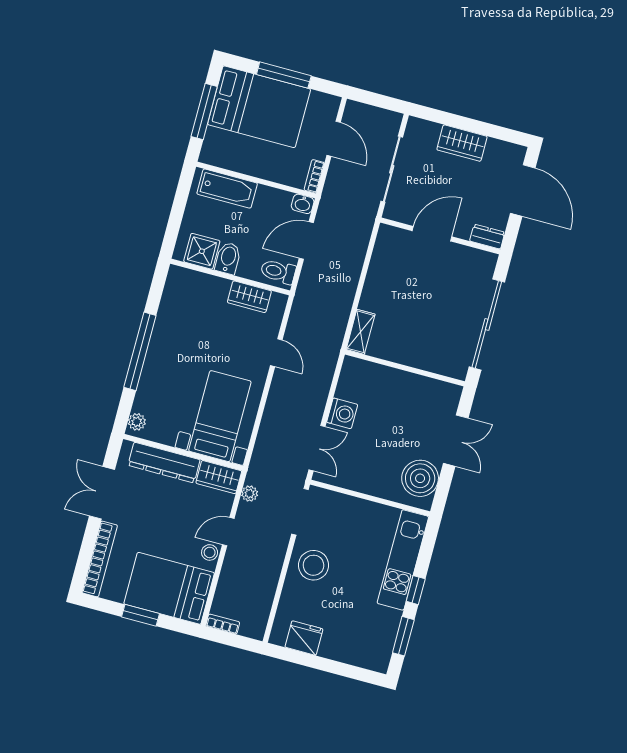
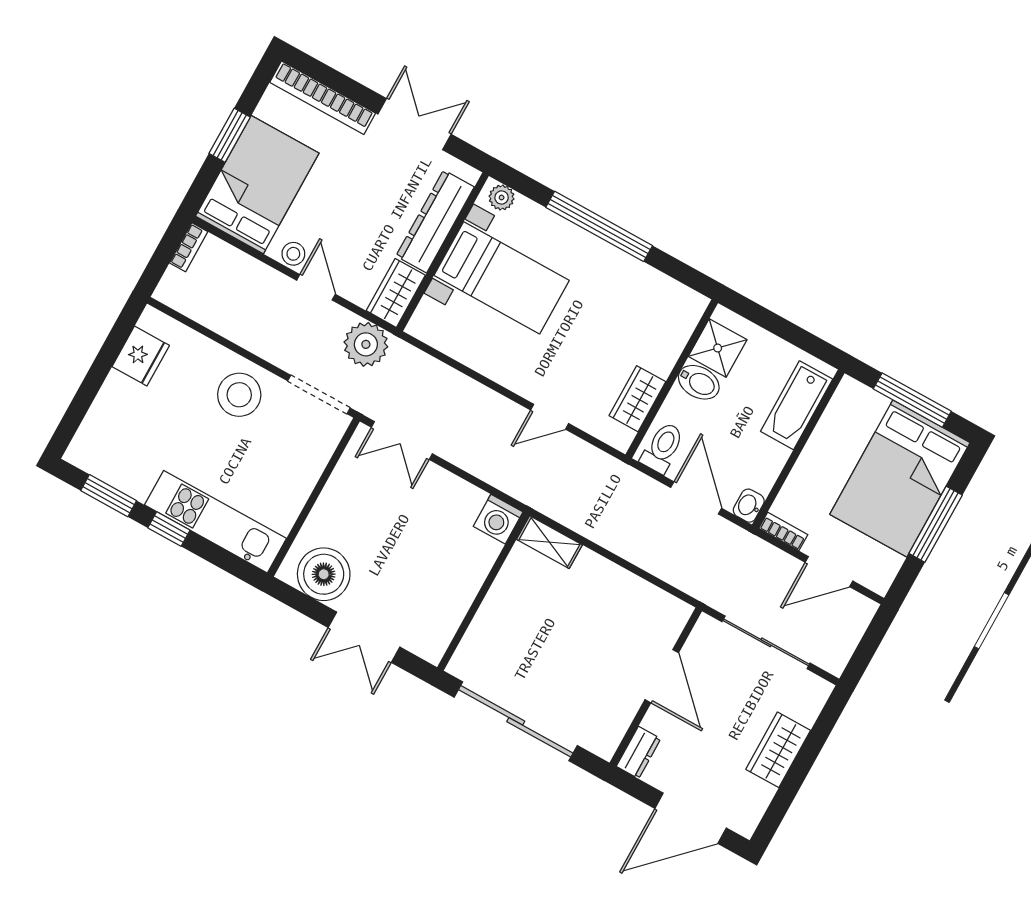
washing machine: (342, 413) -> (498, 519), moved
bed with nightstands: (220, 416) -> (502, 278), moved
plant: (250, 494) -> (366, 344), width x1.88, depth x1.88

